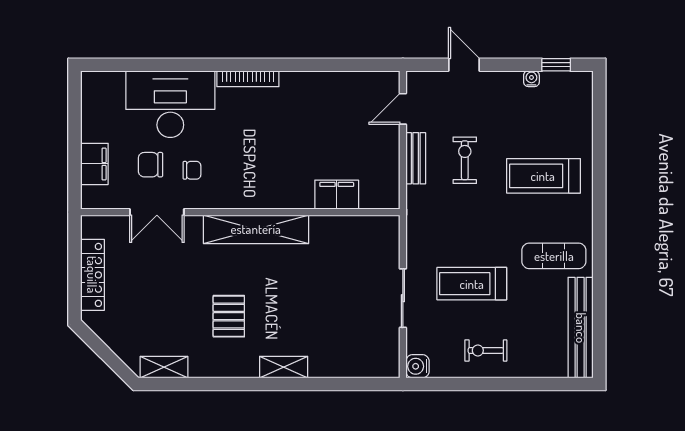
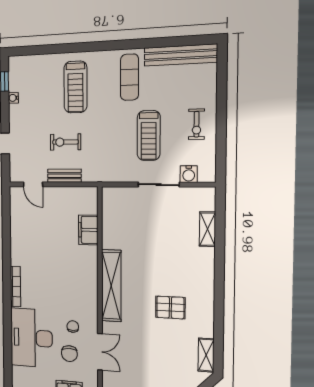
water cooler: (417, 366) -> (189, 174), moved
shelving: (284, 367) -> (207, 229), moved

